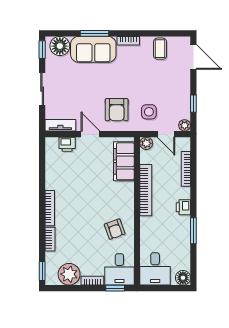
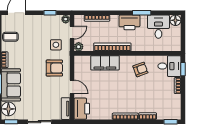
door: (90, 134) -> (72, 87), swing flipped
printer: (67, 144) -> (82, 109), width x1.87, depth x1.48
filing cabinet: (124, 161) -> (105, 63), moved
printer: (183, 207) -> (129, 22), width x1.87, depth x1.48
desk: (155, 269) -> (158, 27), moved, turned -90
plant: (69, 274) -> (173, 102), removed

